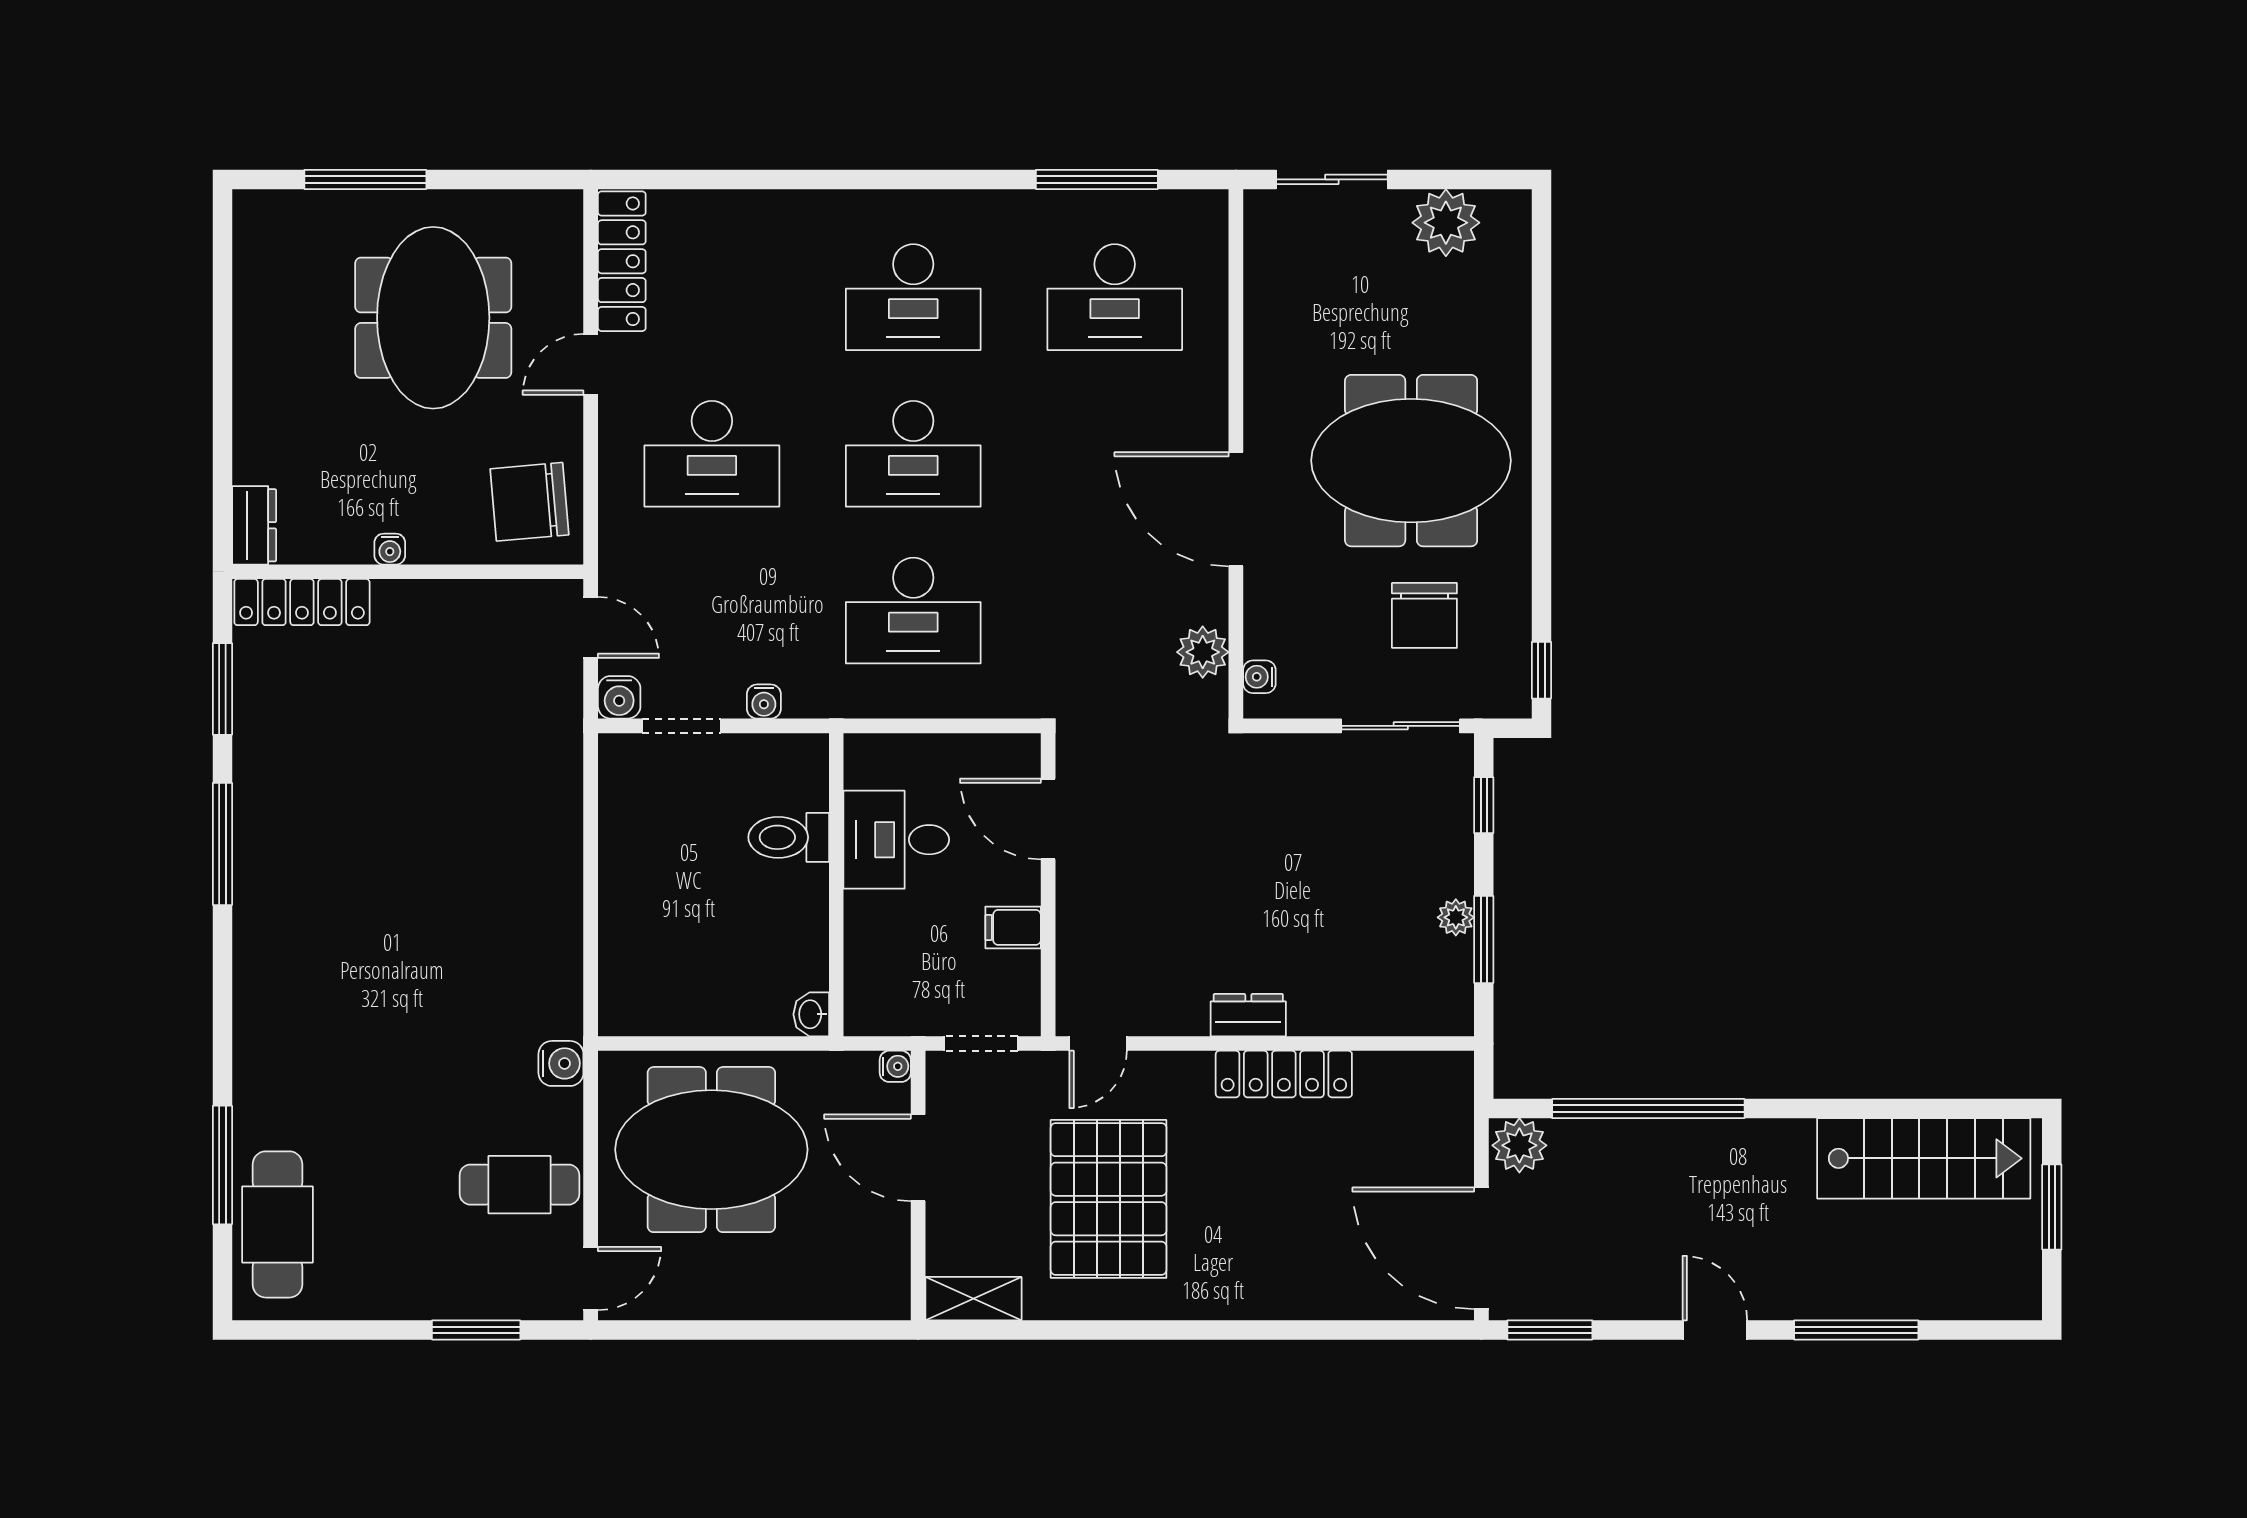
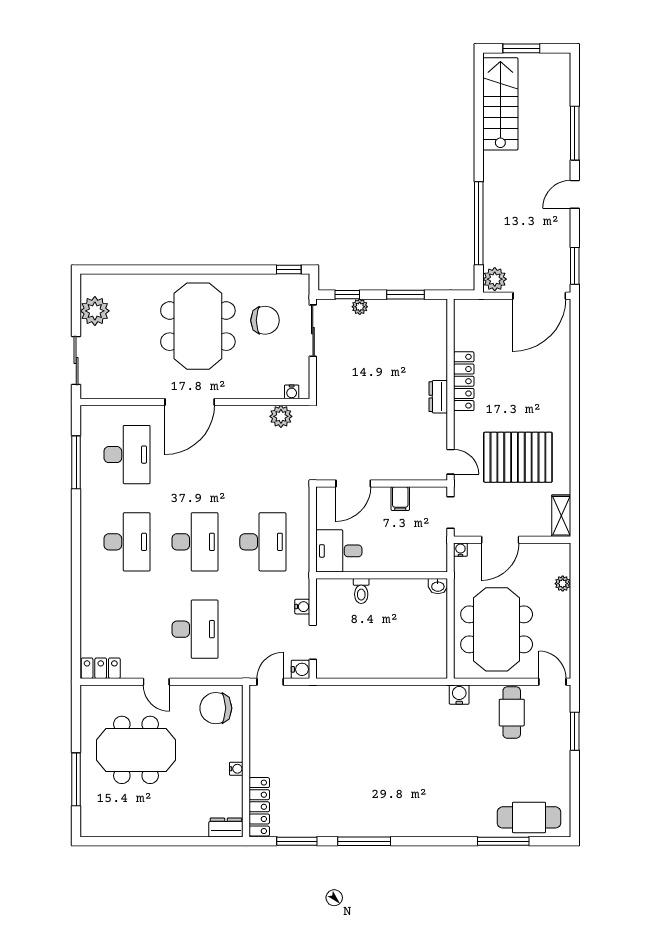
locker: (622, 261) -> (101, 668), width x0.66
chair: (530, 502) -> (216, 708), turned 95
door: (1236, 509) -> (190, 402), moved
toilet: (789, 837) -> (361, 591), width x0.73, depth x0.72
desk: (896, 840) -> (339, 551), moved, turned 90
plant: (1456, 917) -> (360, 307), moved
plant: (817, 1302) -> (563, 584), added

